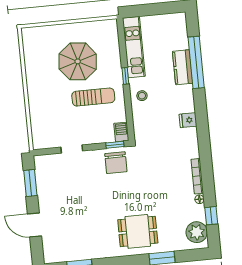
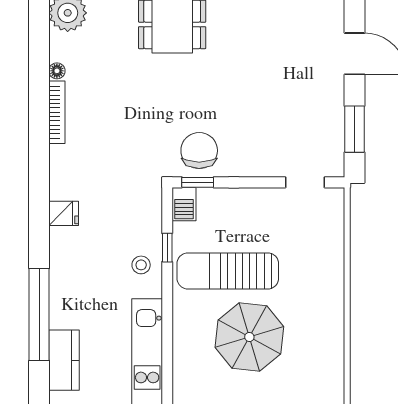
kitchen counter: (183, 67) -> (64, 360), moved
window: (125, 76) -> (167, 248), moved
sun lounger: (93, 97) -> (228, 271), width x1.36, depth x1.34
doorway: (72, 149) -> (305, 182), moved
window: (211, 216) -> (39, 40), removed

